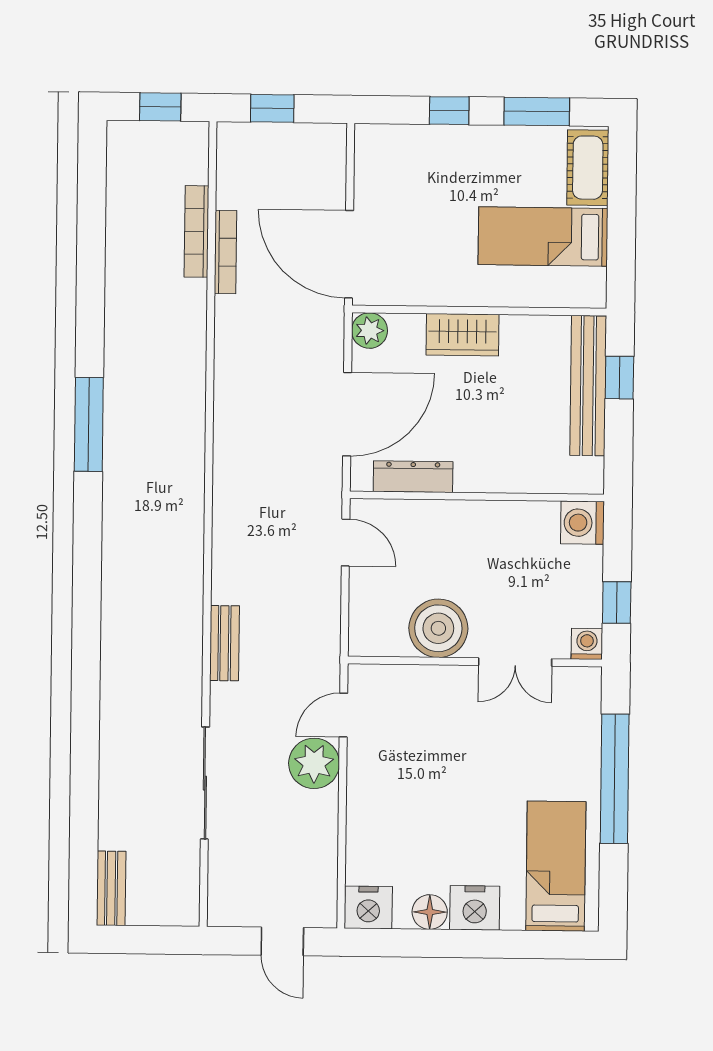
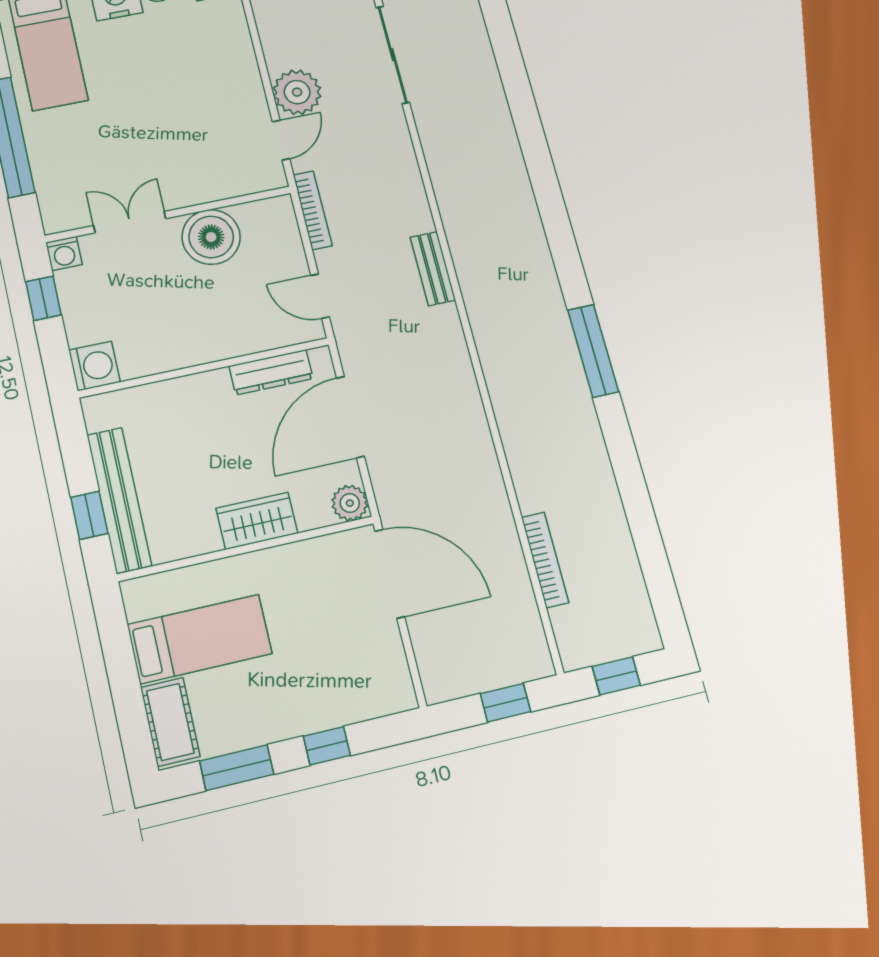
bookcase: (226, 252) -> (313, 210), moved, turned 180
bench: (224, 643) -> (433, 269), moved

